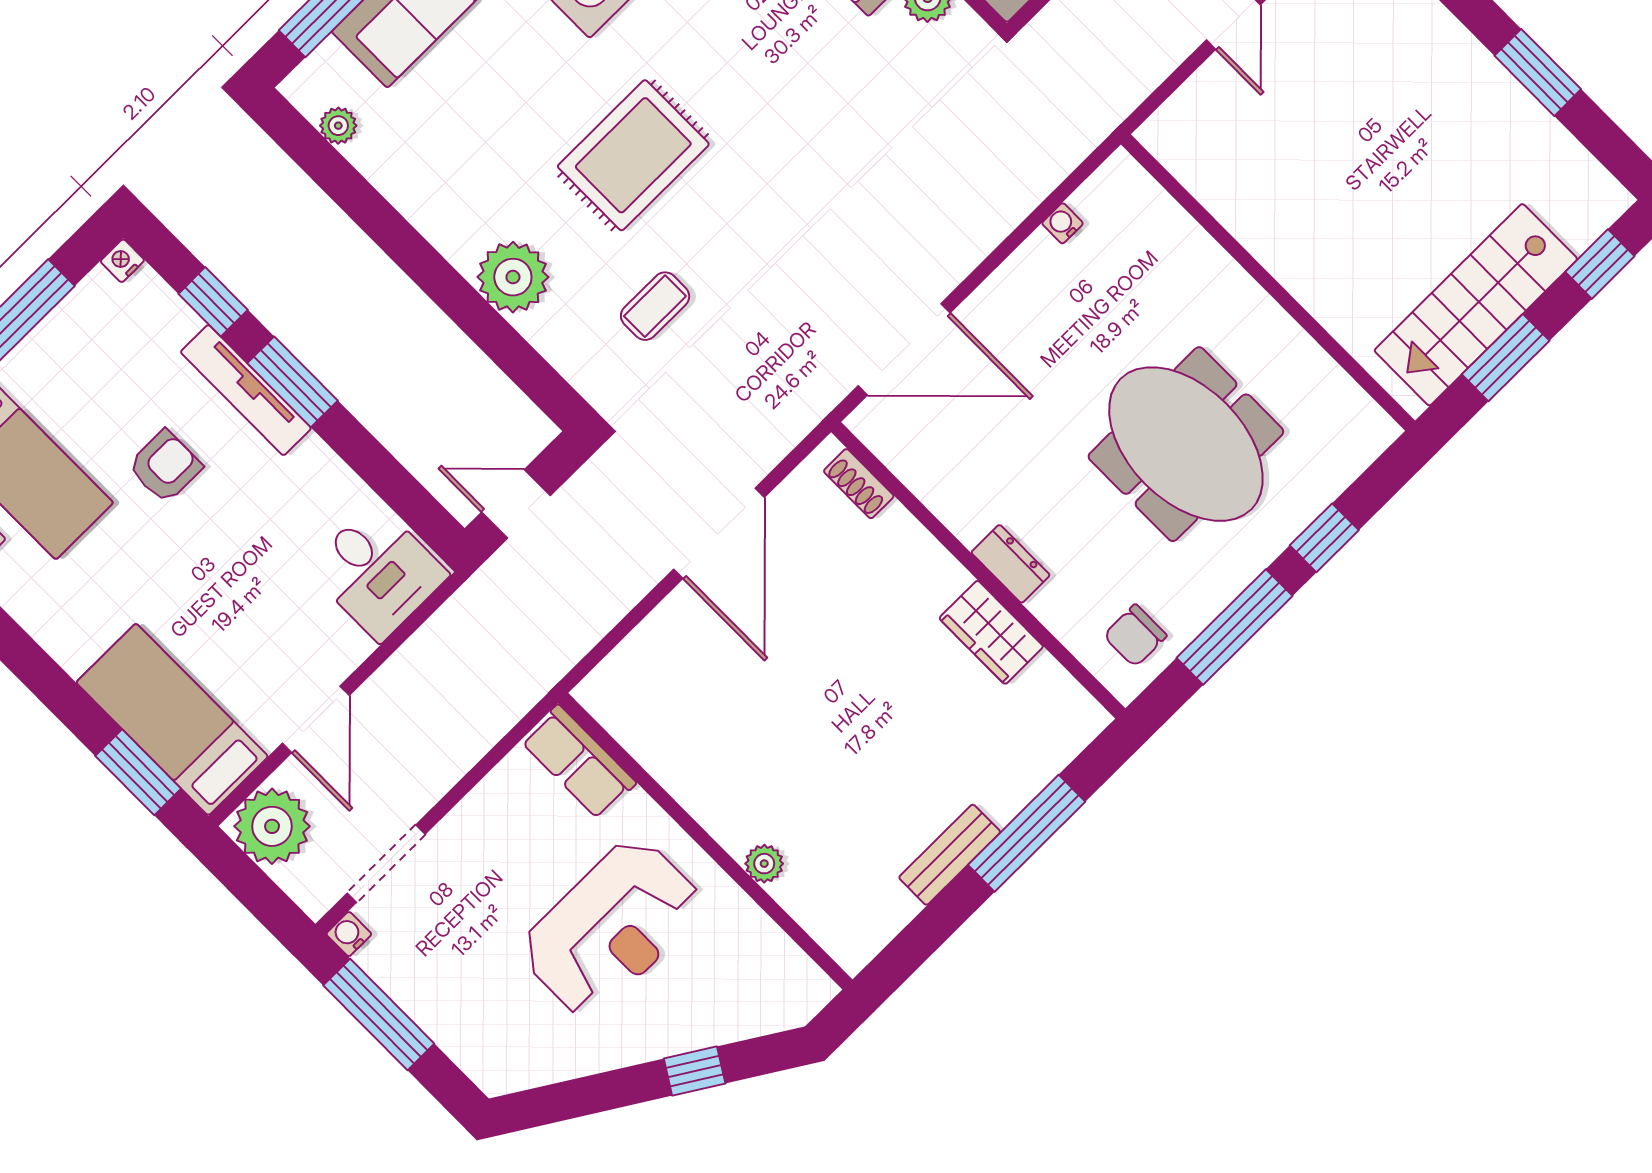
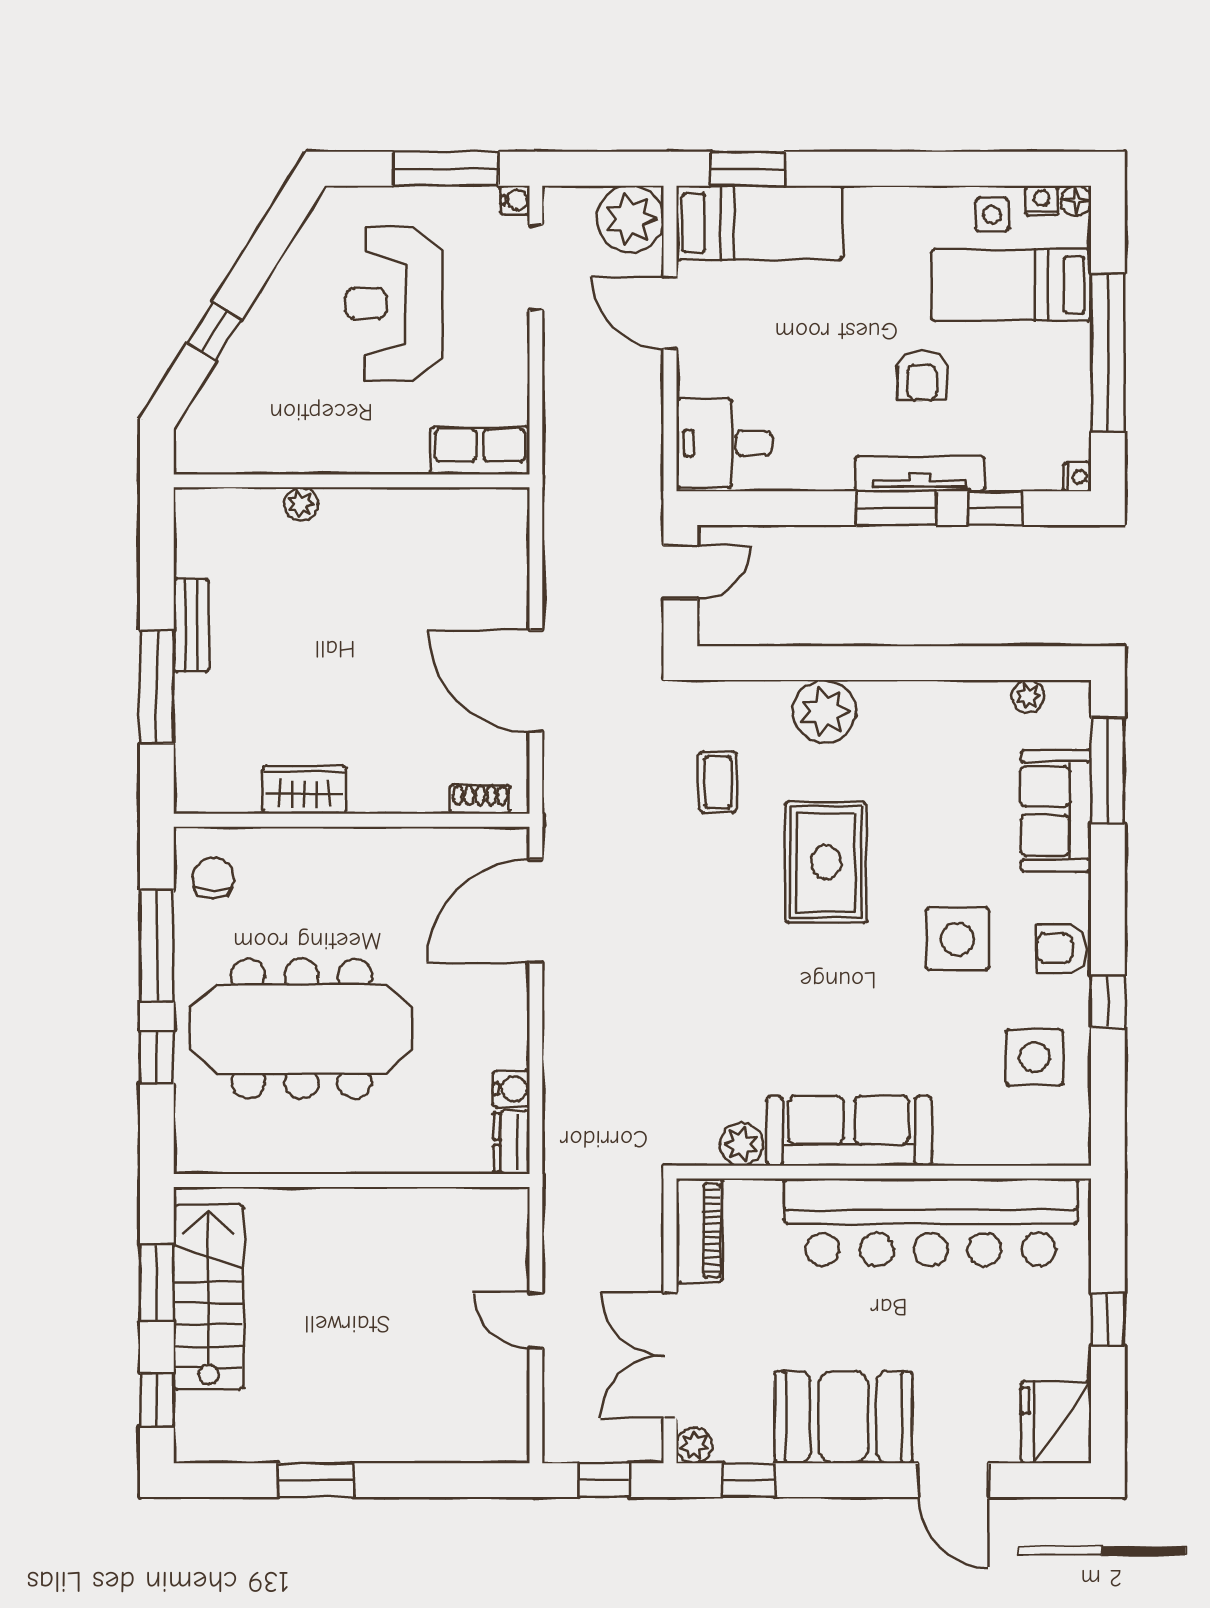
water cooler: (1062, 223) -> (511, 1089), width x1.38, depth x1.38
meeting table: (1186, 444) -> (301, 1029), width x1.36
dresser: (1010, 564) -> (512, 1142), moved, turned 90
reception desk: (612, 928) -> (394, 304), moved

